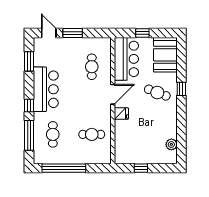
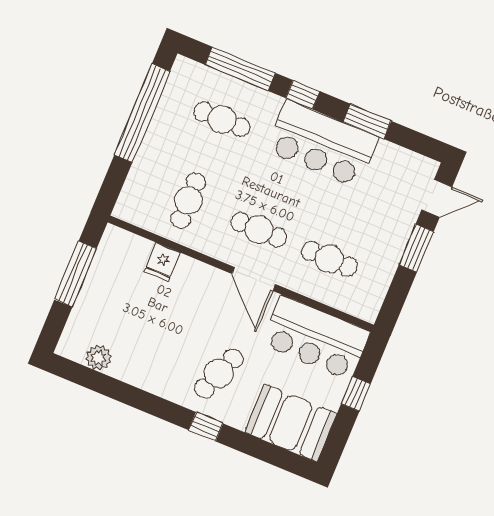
window: (29, 61) -> (367, 121), moved
cafe table: (92, 101) -> (259, 230), added
fridge: (121, 114) -> (162, 262), moved
window: (141, 168) -> (76, 274), width x2.17

